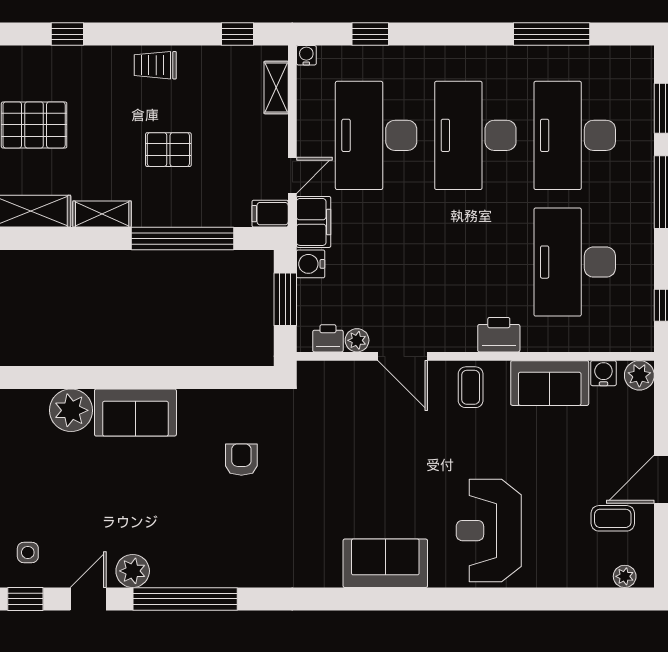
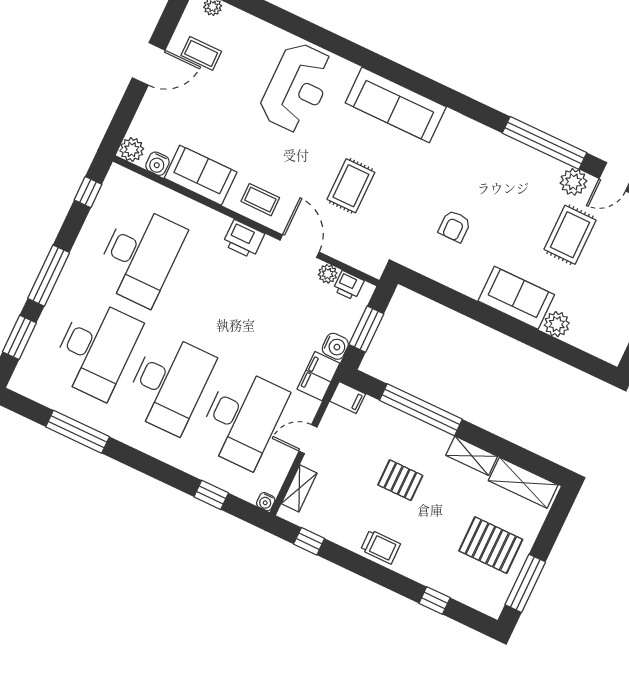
door: (292, 175) -> (308, 439), moved
printer: (499, 335) -> (244, 239), moved
coffee table: (471, 387) -> (260, 200), turned 90
plant: (71, 410) -> (557, 324), width x0.73, depth x0.73
rug: (377, 450) -> (351, 186), added
rug: (109, 511) -> (570, 235), added
sofa: (385, 563) -> (396, 105), width x1.36

